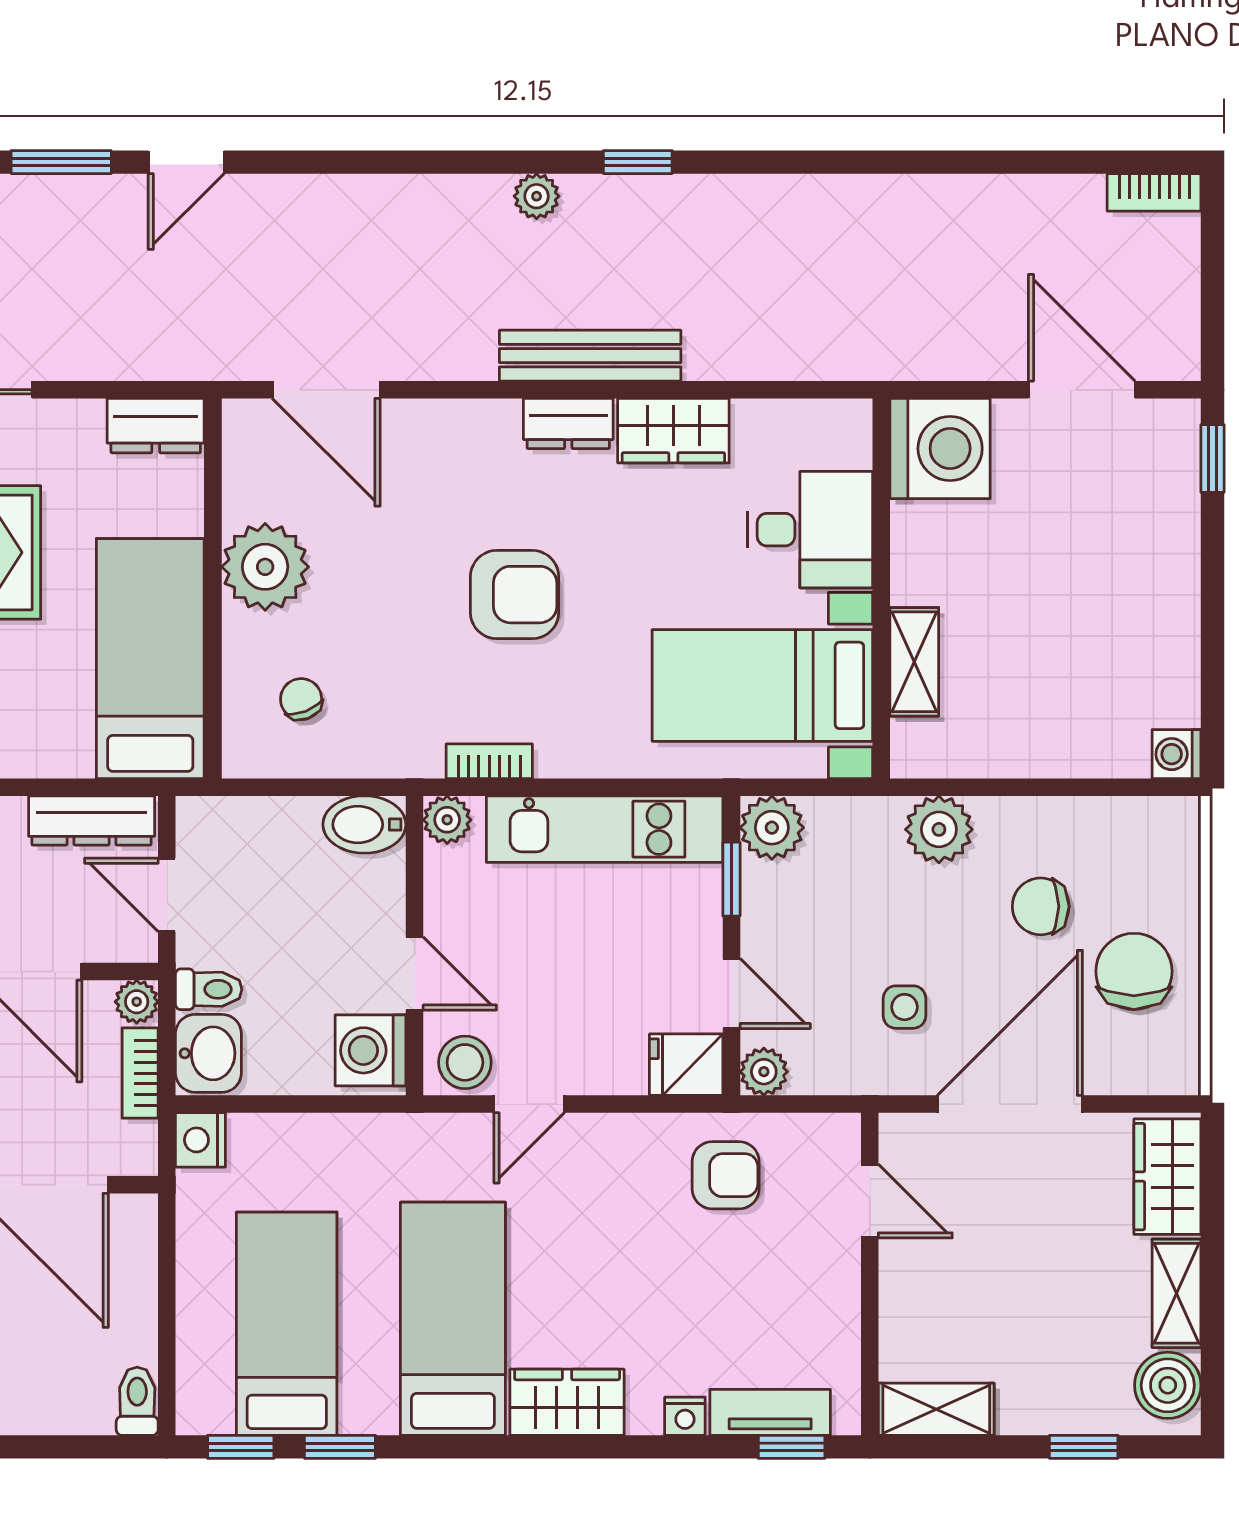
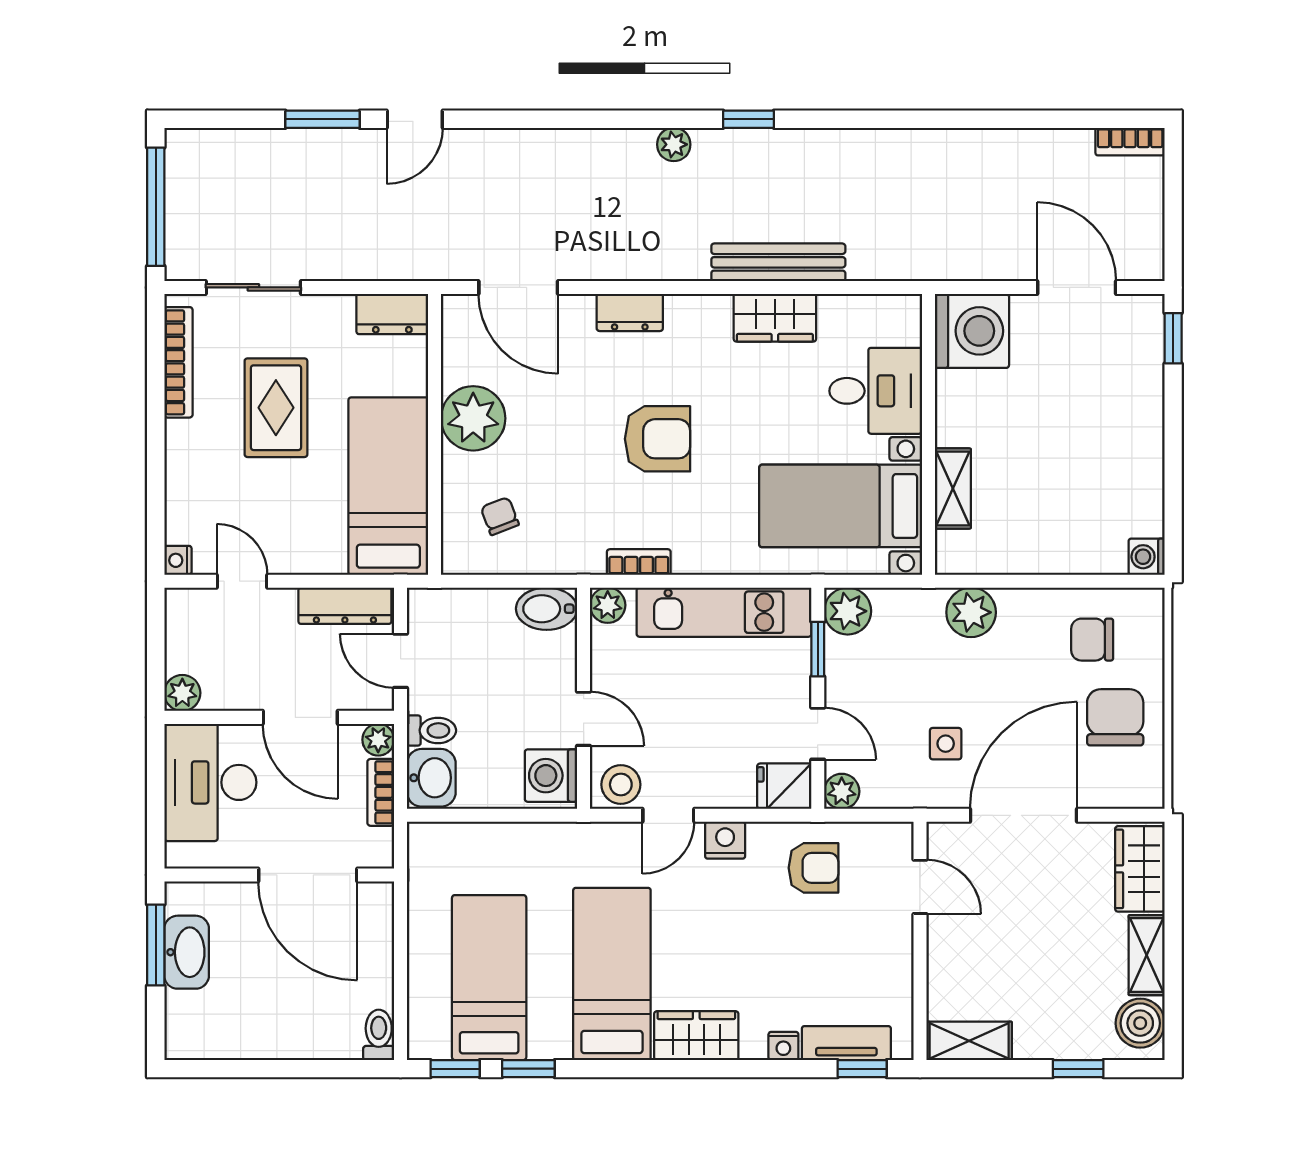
bench: (590, 356) -> (778, 262), moved
dresser: (568, 423) -> (630, 312), moved
chair: (1041, 906) -> (1092, 640), moved
nightstand: (200, 1140) -> (725, 840), moved, turned 90

